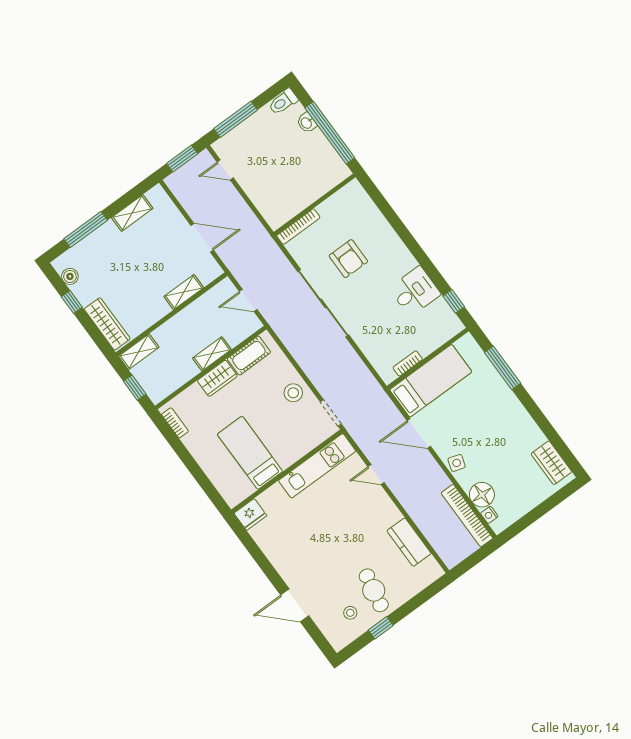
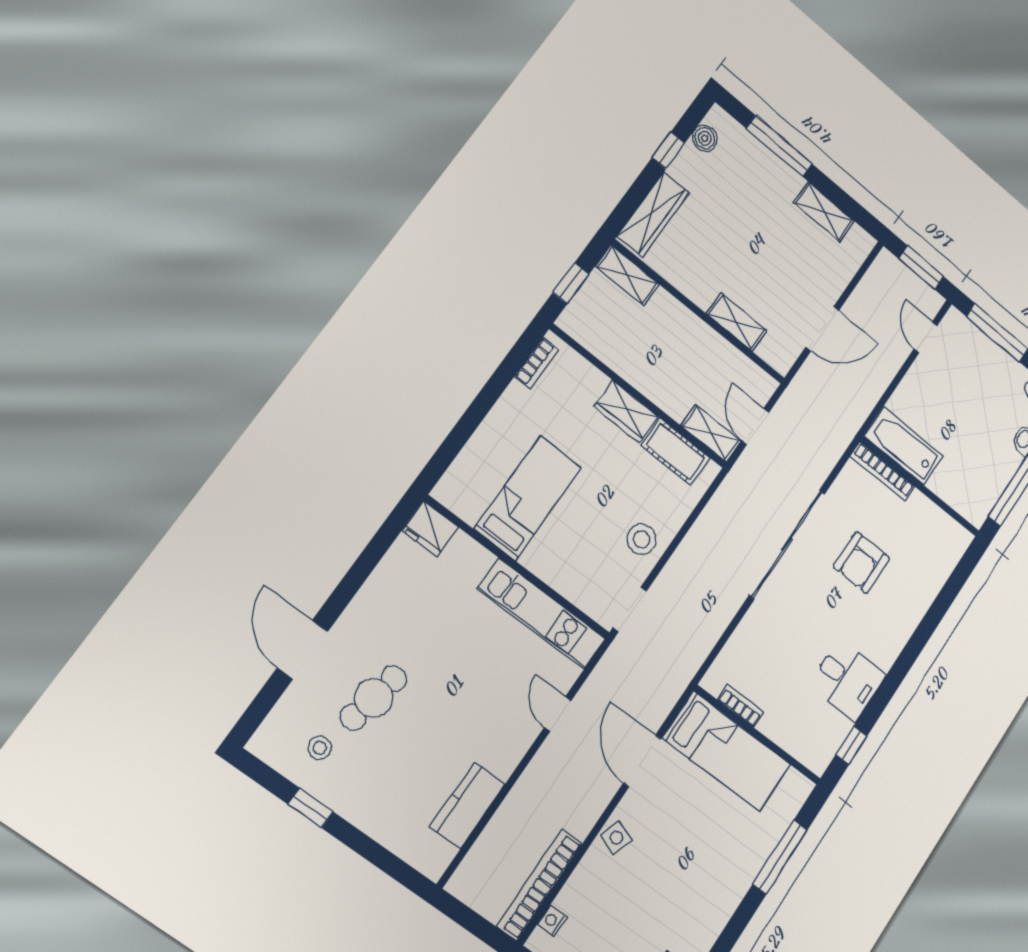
bathtub: (287, 207) -> (904, 446), added
door: (202, 238) -> (822, 329), hinge flipped
shelving: (212, 354) -> (711, 433), moved
floor lamp: (482, 495) -> (580, 897), removed
cafe table: (374, 590) -> (373, 698), moved

